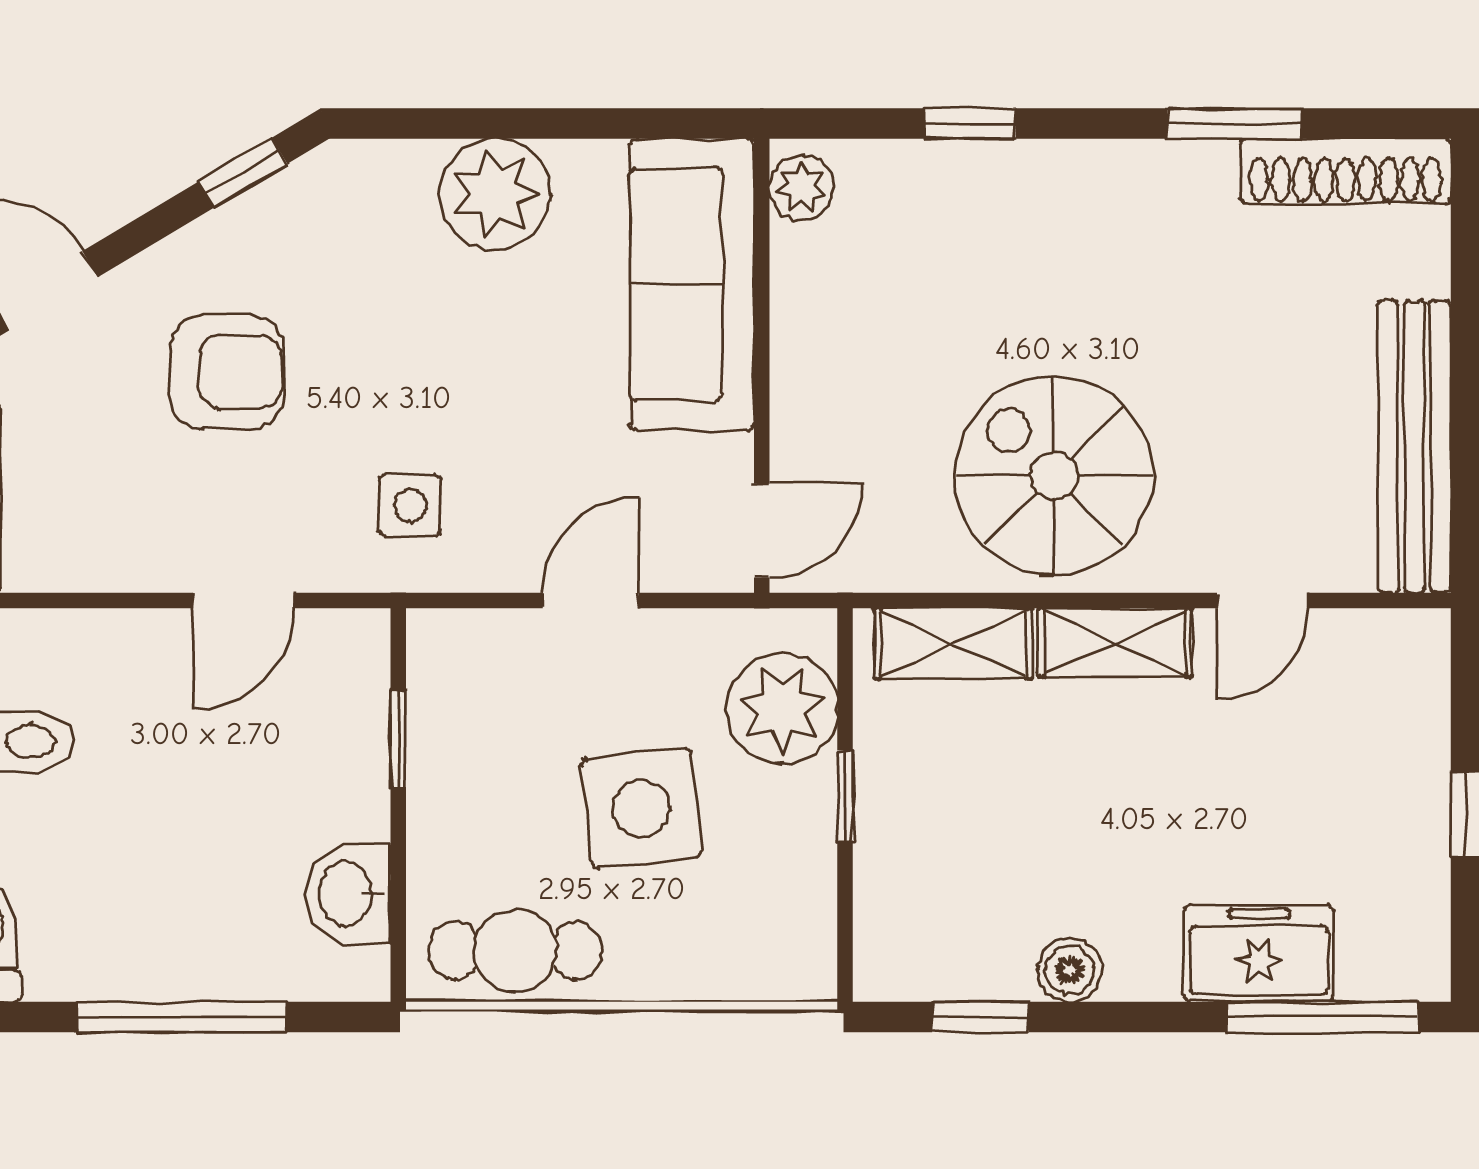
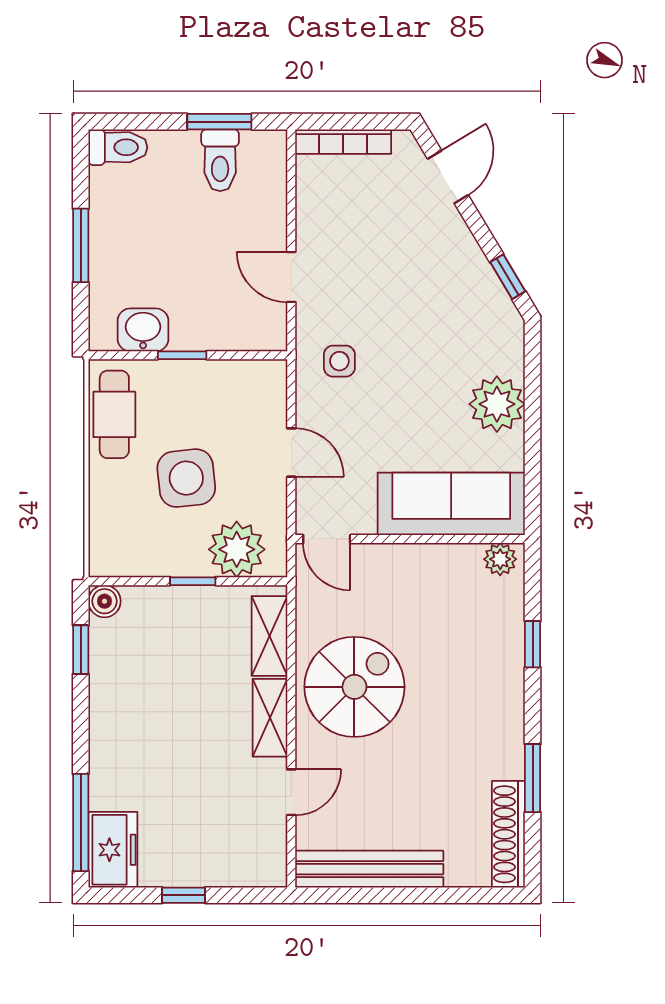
armchair: (226, 372) -> (407, 268), removed
door: (1262, 601) -> (291, 792), swing flipped
window: (398, 739) -> (182, 355), moved
freezer: (1259, 953) -> (113, 850), moved
boiler: (1070, 970) -> (104, 601), moved
window: (181, 1017) -> (81, 245), width x0.69

